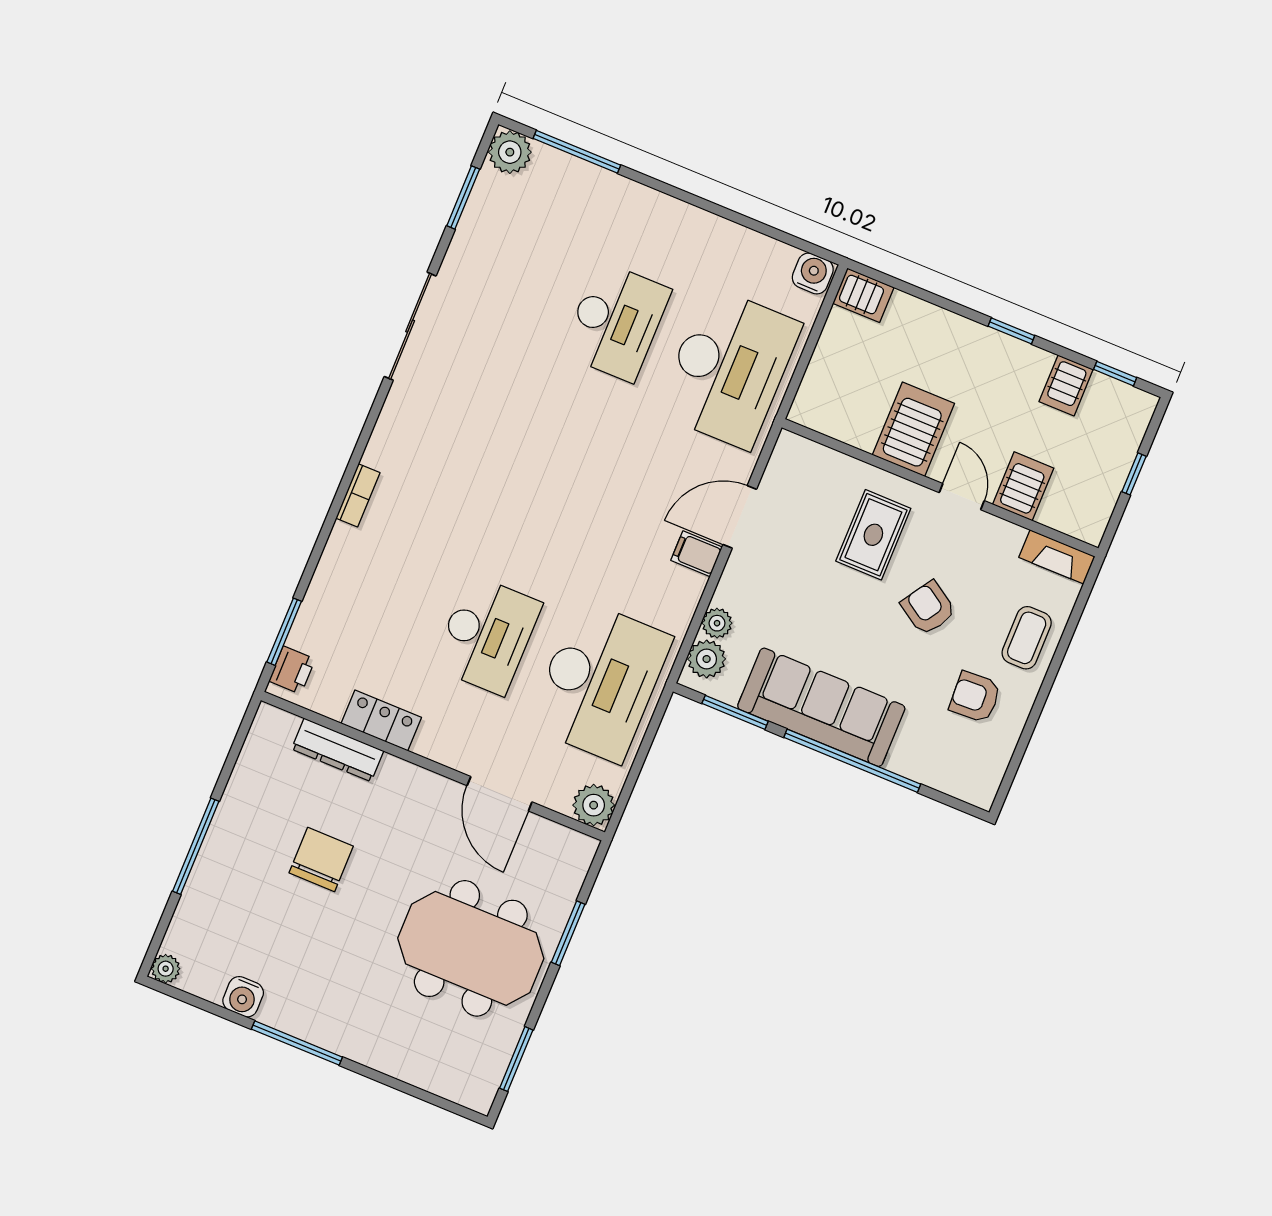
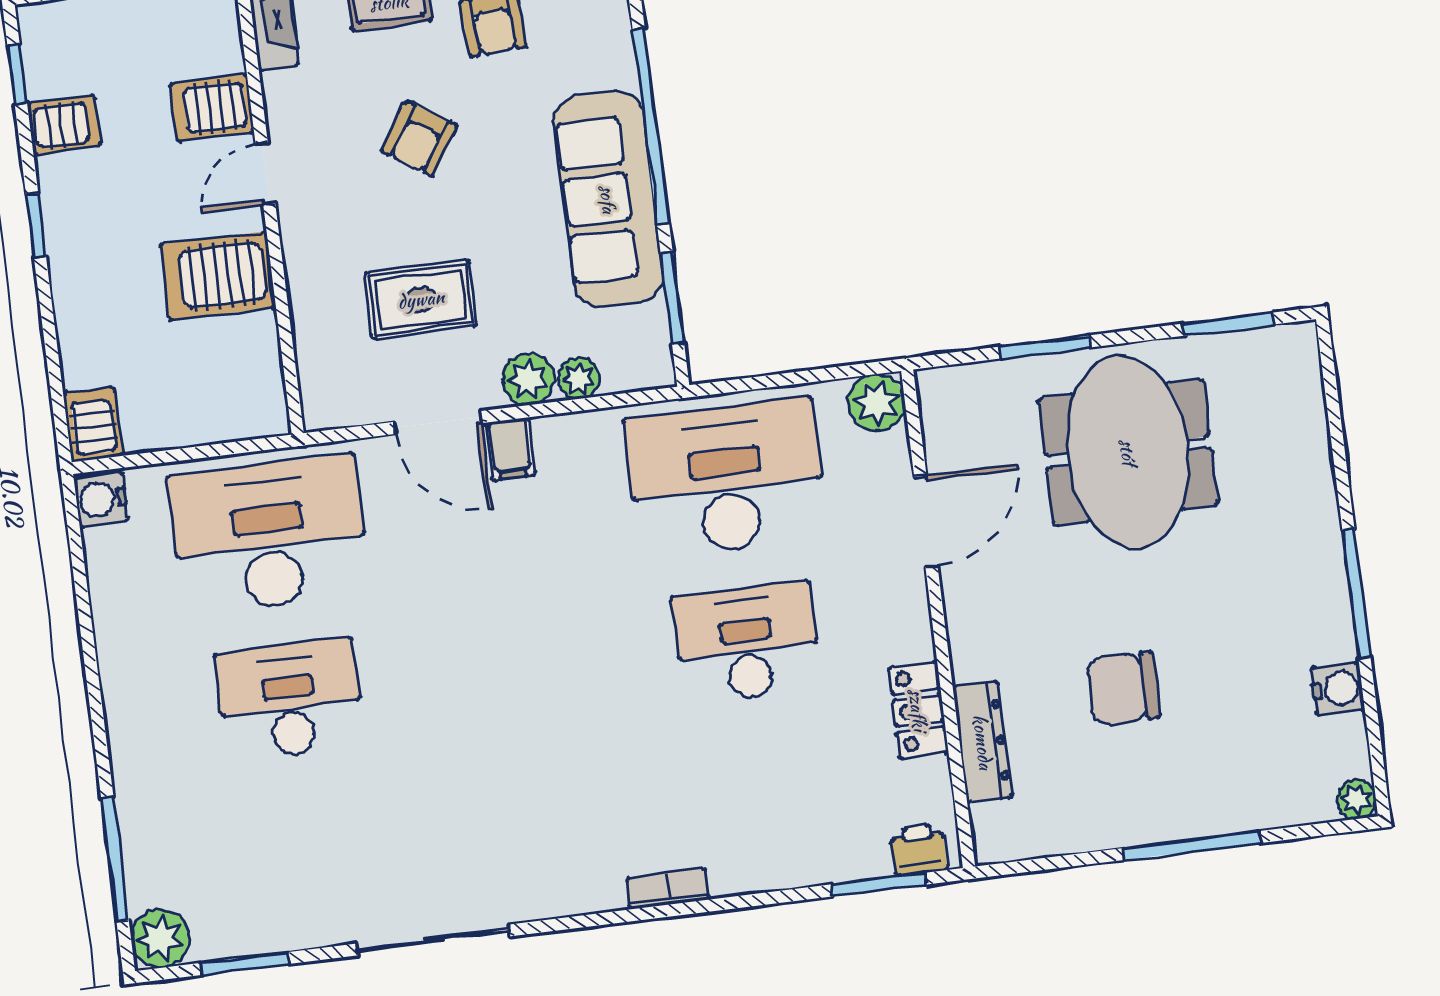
rug: (873, 535) -> (421, 299), moved
plant: (707, 659) -> (528, 379), moved

